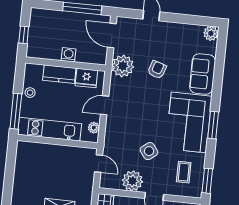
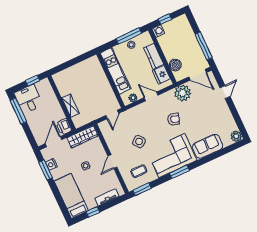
door: (112, 36) -> (198, 75), swing flipped
washing machine: (68, 55) -> (158, 31), moved
boiler: (84, 55) -> (175, 65), added
armchair: (157, 70) -> (174, 119), moved
window: (16, 111) -> (129, 36), moved
plant: (132, 181) -> (114, 142), removed

